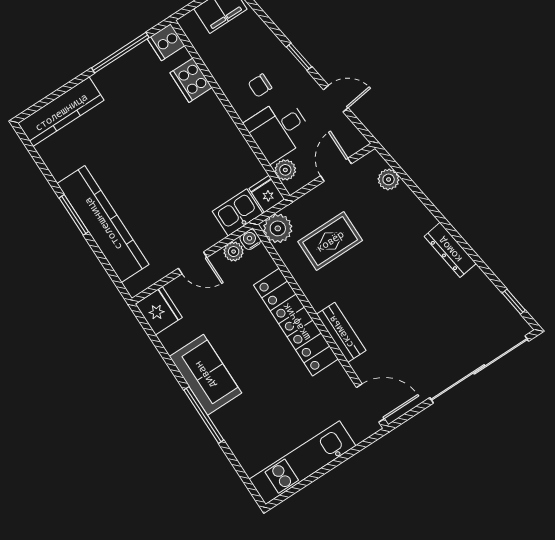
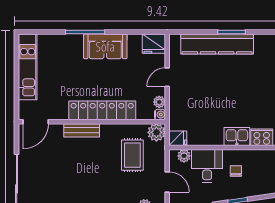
kitchen sink: (237, 212) -> (237, 137), moved, turned -90

